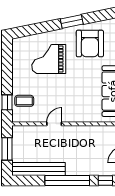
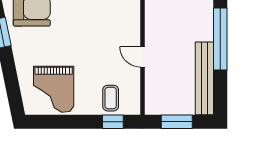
grand piano: (49, 59) -> (54, 89), moved

